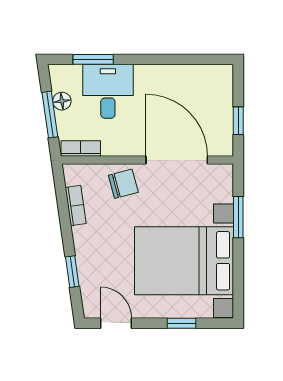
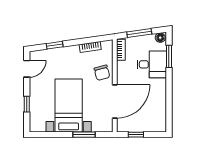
floor lamp: (62, 101) -> (160, 38), moved
bed with nightstands: (184, 261) -> (69, 105), width x0.73

